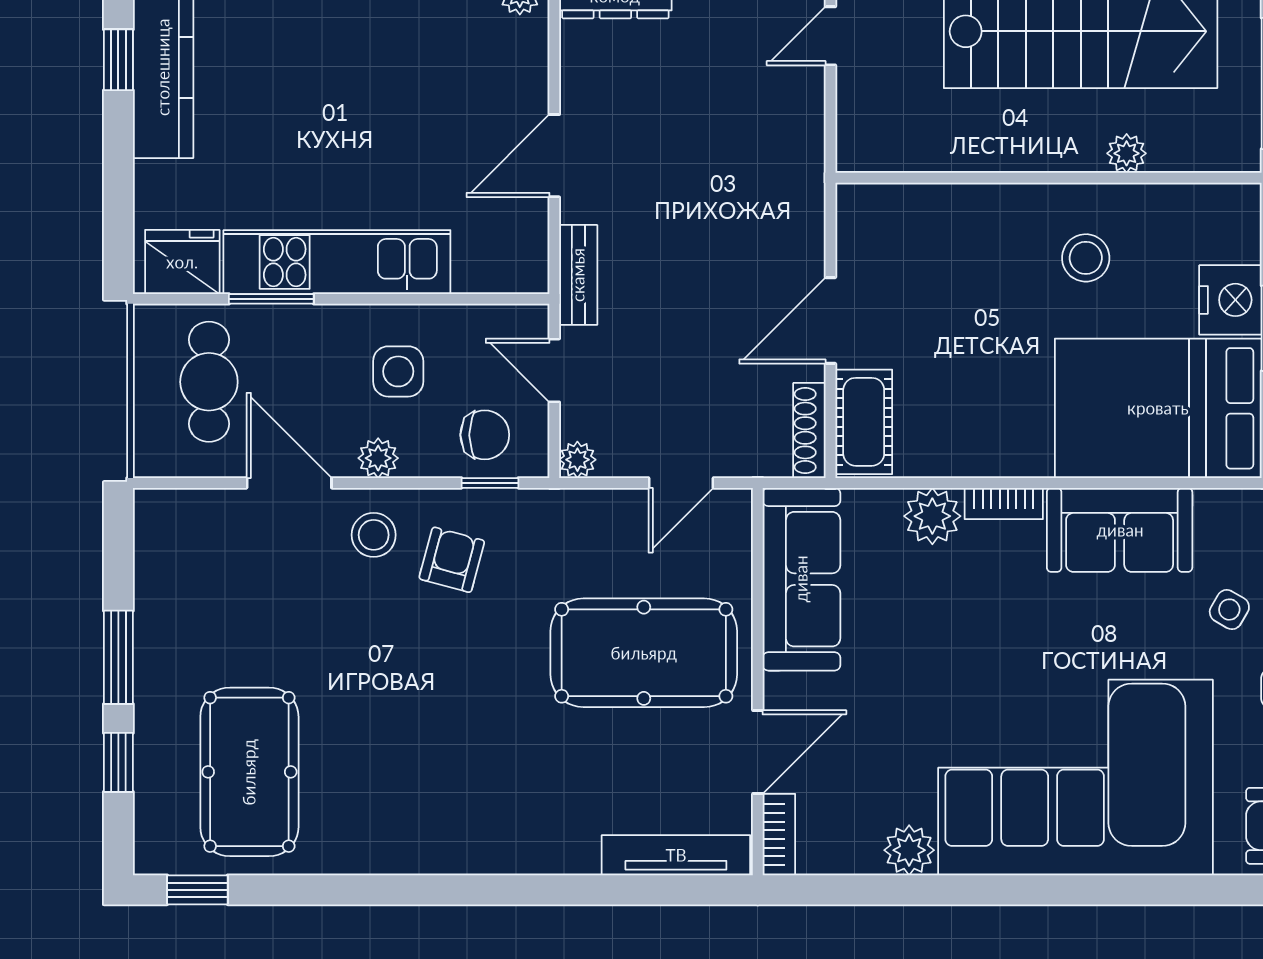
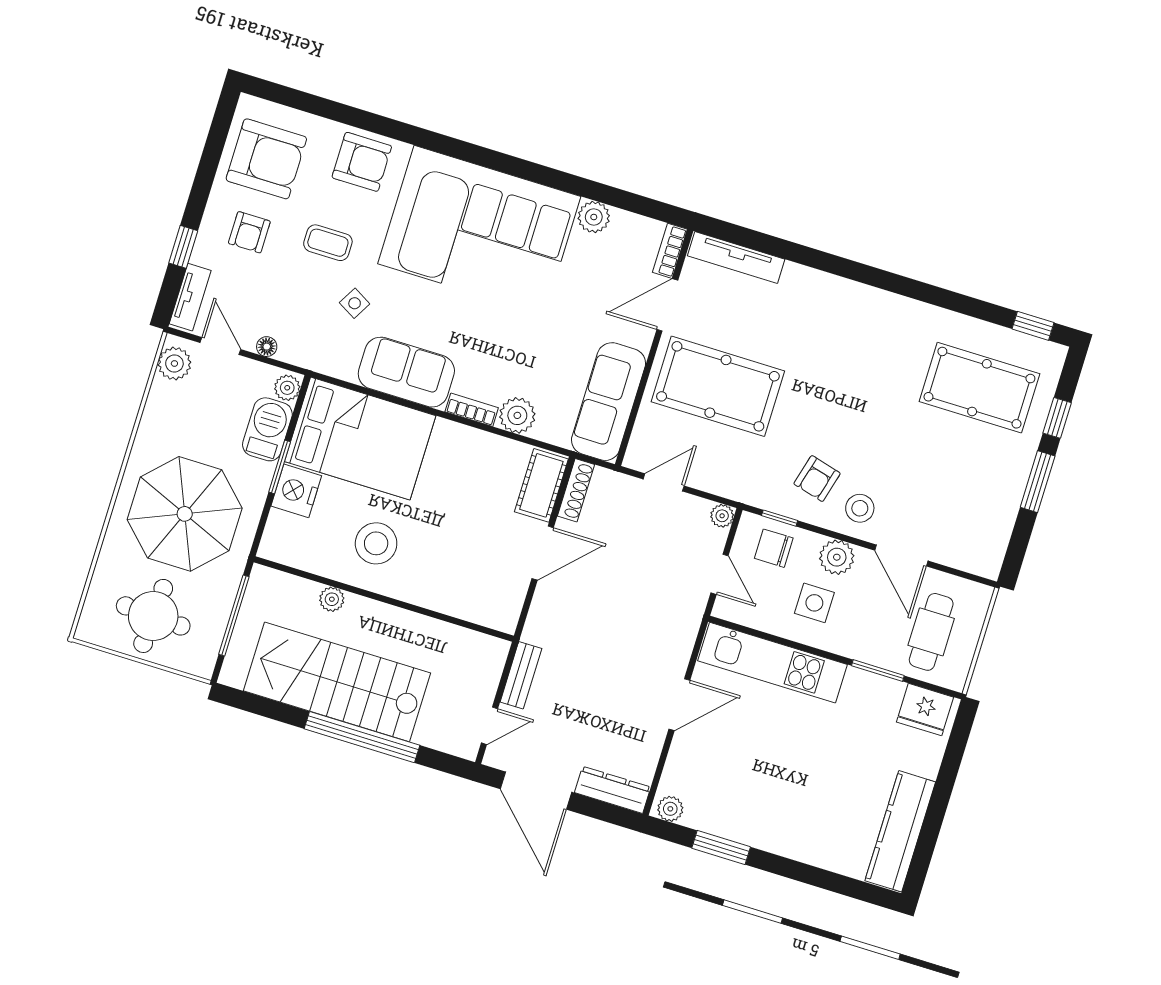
window: (118, 60) -> (926, 844), removed
stool: (1086, 258) -> (376, 543), width x1.38, depth x1.38
kitchen unit: (337, 262) -> (773, 663), moved
bench: (578, 275) -> (521, 675), moved
plant: (378, 458) -> (837, 557), width x1.38, depth x1.38
pool table: (249, 772) -> (979, 388), turned 90

